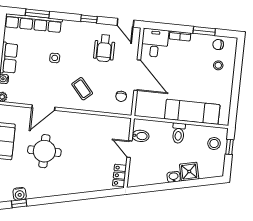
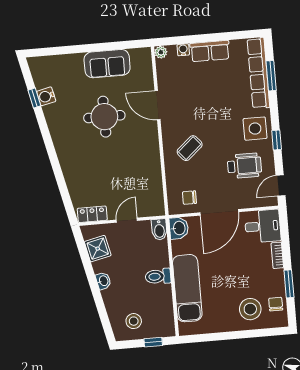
wheelchair: (104, 48) -> (244, 166), turned 180
side table: (55, 58) -> (255, 129), moved, width x1.87, depth x1.87
stool: (218, 65) -> (250, 309), width x1.89, depth x1.89
washbasin: (144, 109) -> (179, 228), added
bidet: (141, 136) -> (159, 230), moved
stool: (214, 143) -> (134, 321), moved
shower: (189, 172) -> (98, 249), moved

